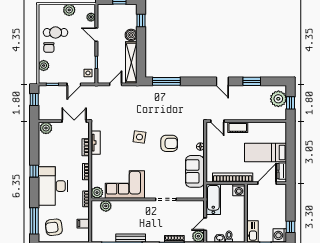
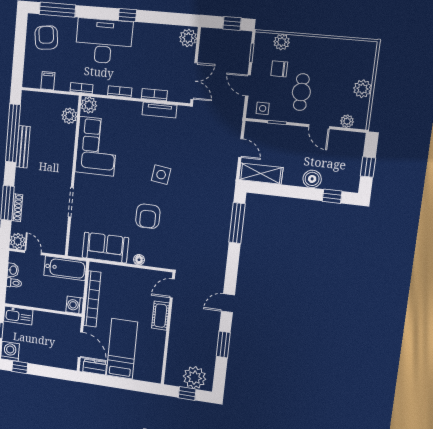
cafe table: (56, 32) -> (301, 92), moved
door: (96, 35) -> (319, 127), swing flipped
chair: (49, 48) -> (279, 69), moved
shelving: (131, 63) -> (261, 174), width x0.68

